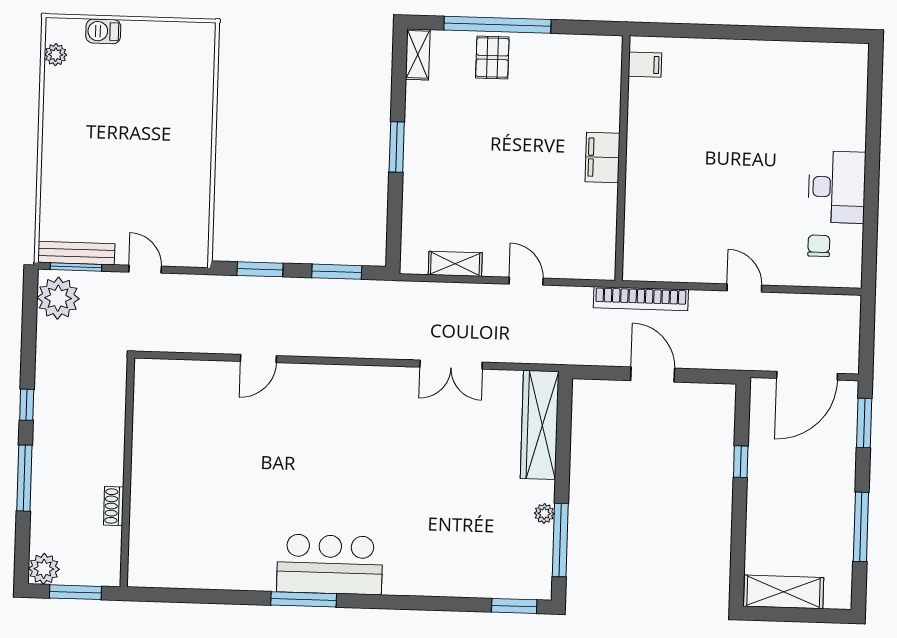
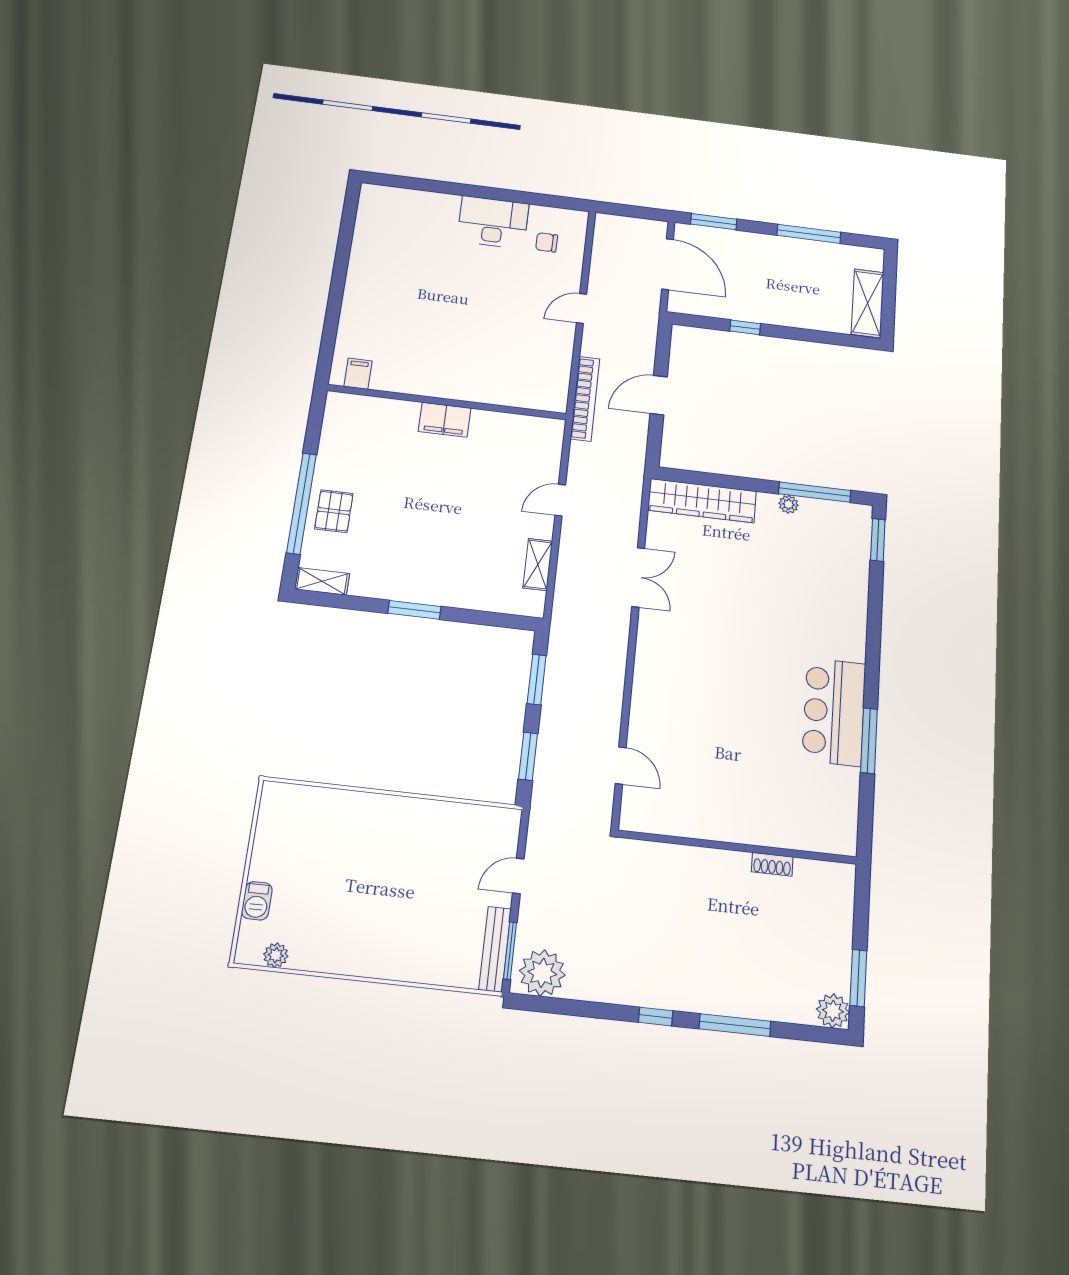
pallet: (492, 58) -> (334, 511), turned 90
wall: (127, 472) -> (737, 847), moved
shoe rack: (114, 506) -> (772, 864), moved

